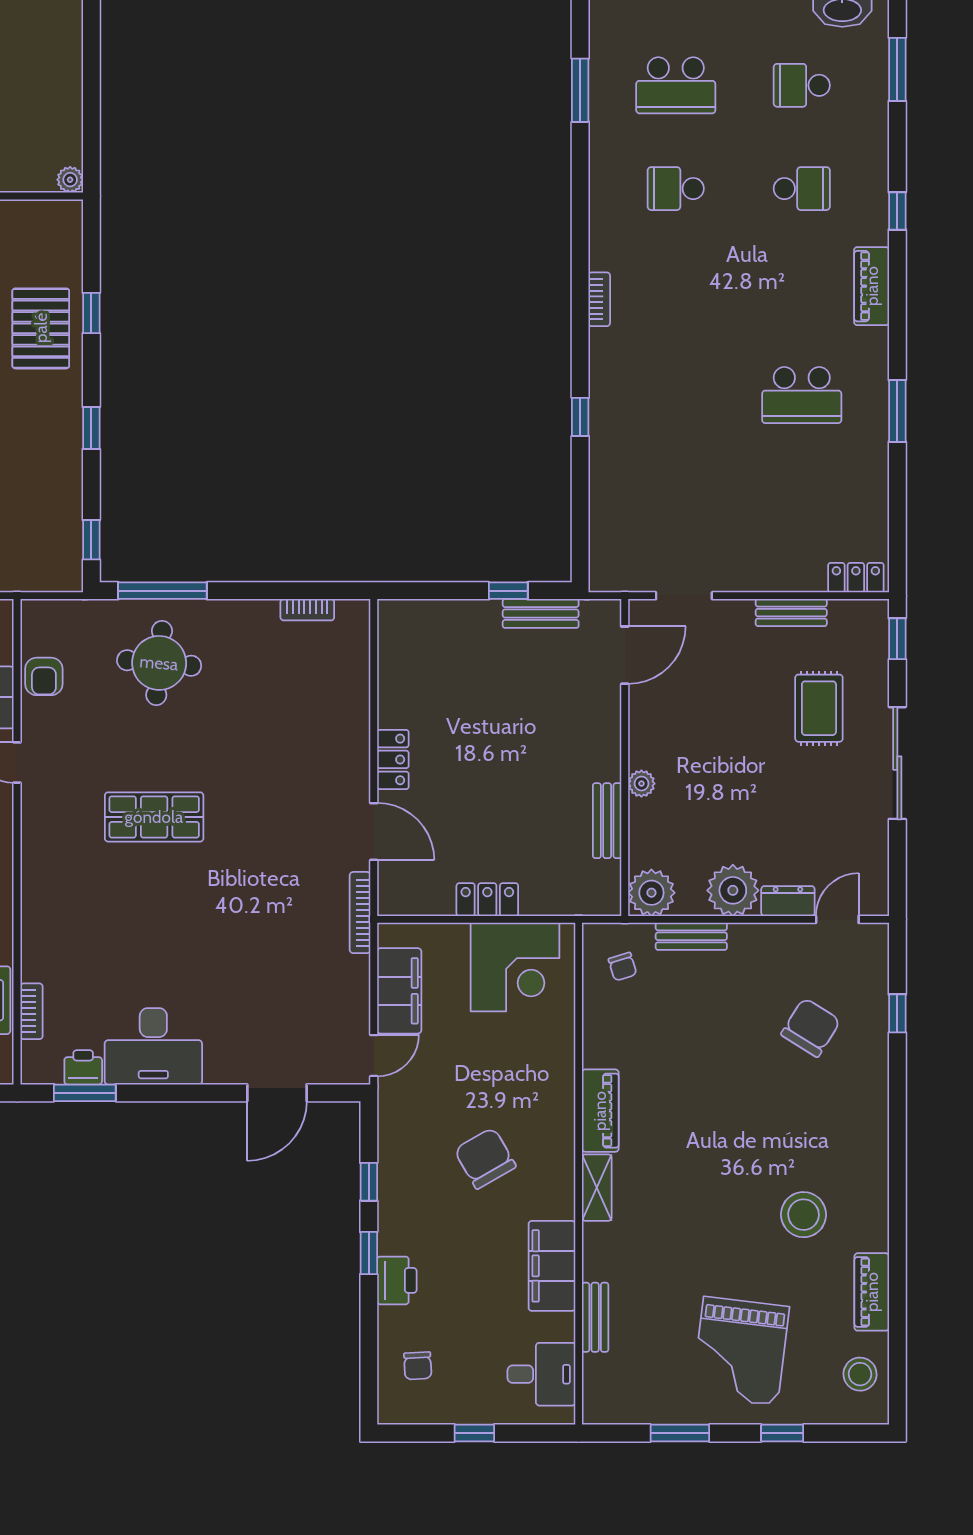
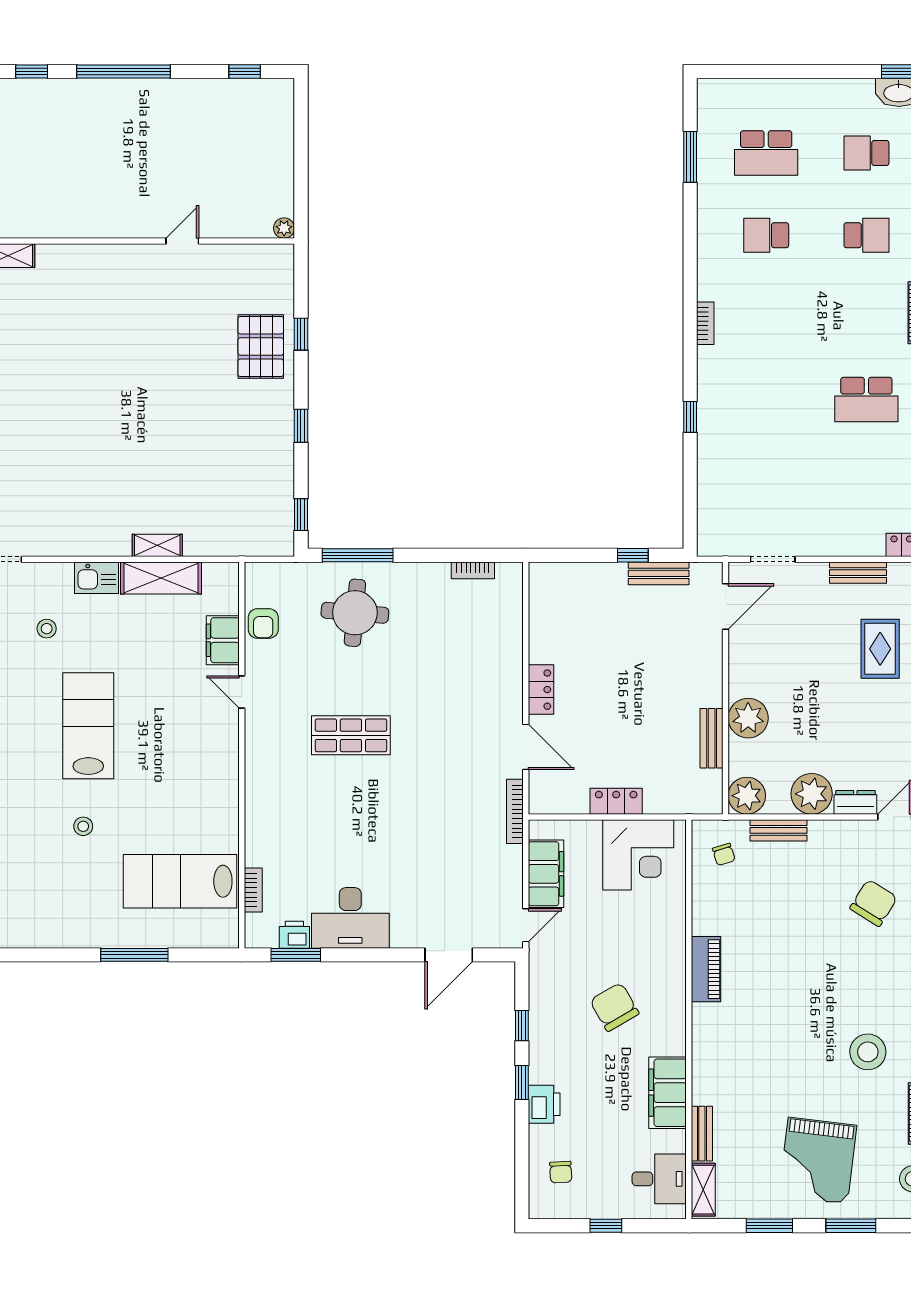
plant: (641, 784) -> (748, 718), width x1.88, depth x1.88
shelving: (597, 1188) -> (703, 1190), moved
window: (782, 1433) -> (851, 1226), width x1.50

